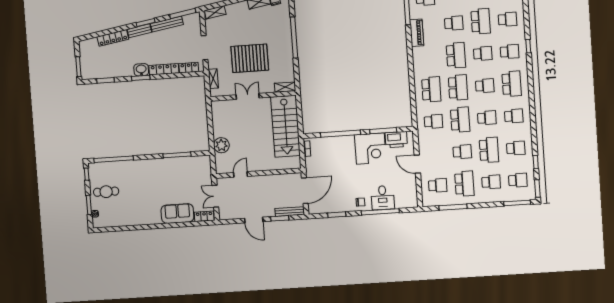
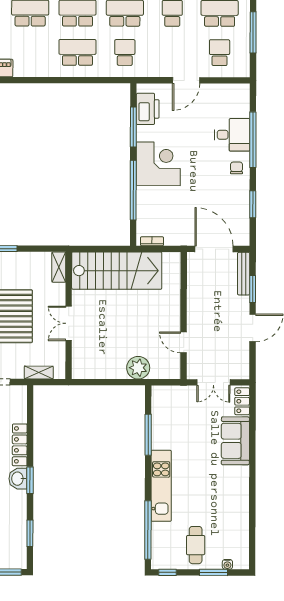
locker: (189, 68) -> (20, 408), removed
corner desk: (370, 149) -> (158, 164), moved
kitchen unit: (144, 166) -> (161, 486), added

